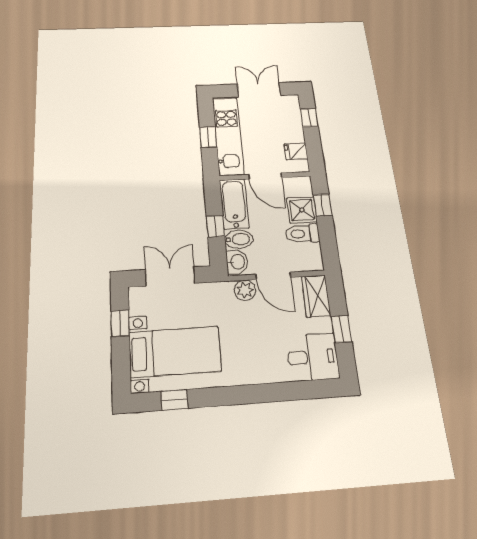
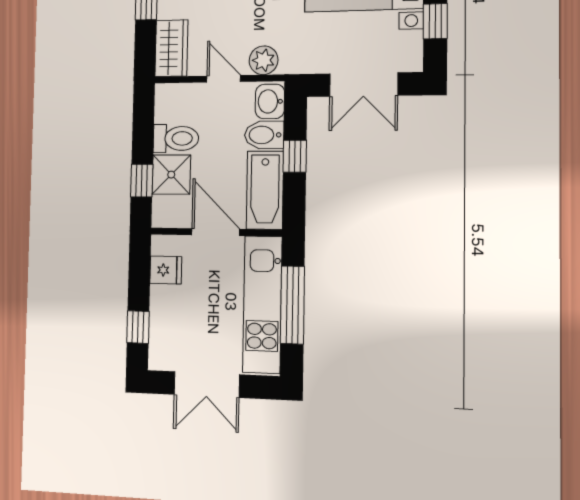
window: (208, 137) -> (292, 305), width x2.17
door: (273, 276) -> (224, 79), width x0.73

